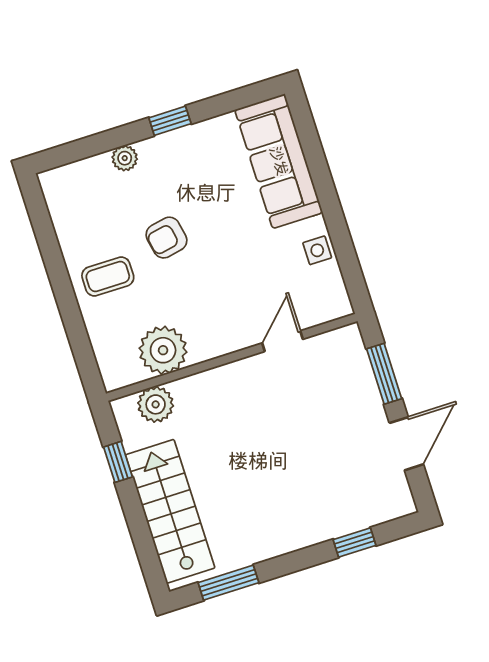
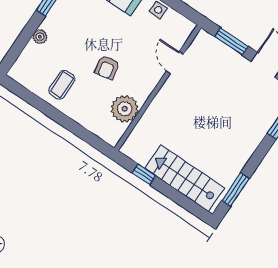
armchair: (167, 238) -> (107, 67), moved
coffee table: (108, 276) -> (62, 85), moved
plant: (156, 404) -> (140, 136), removed

